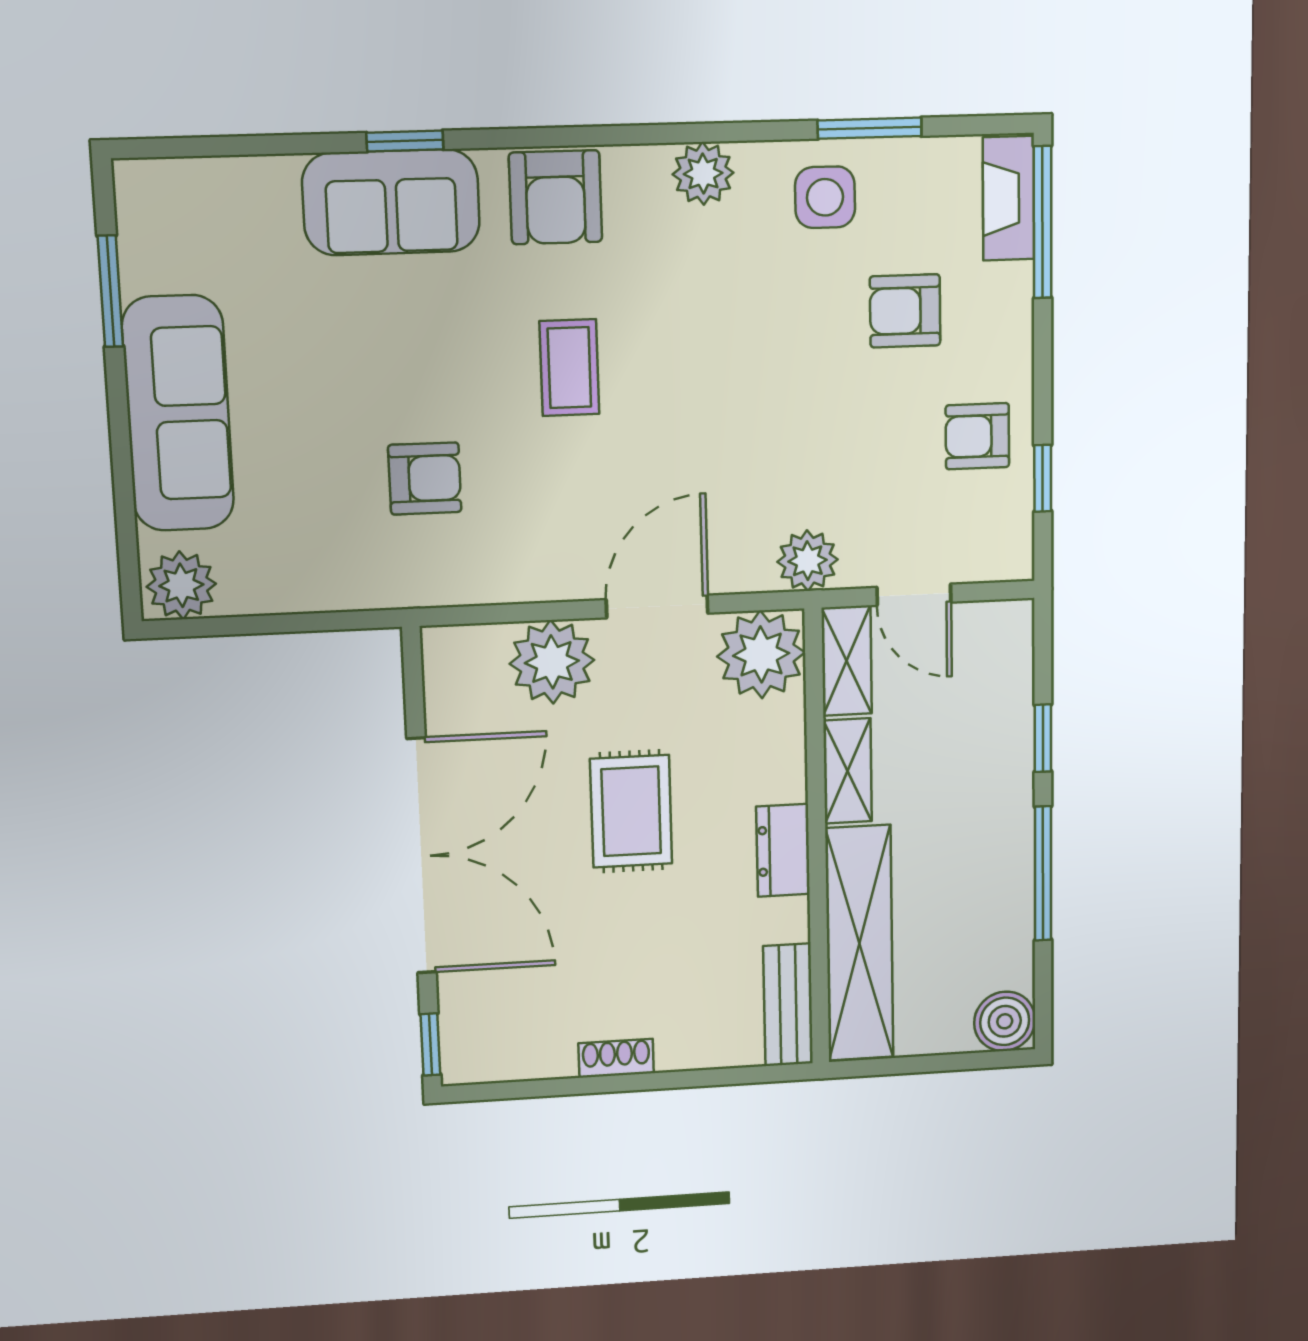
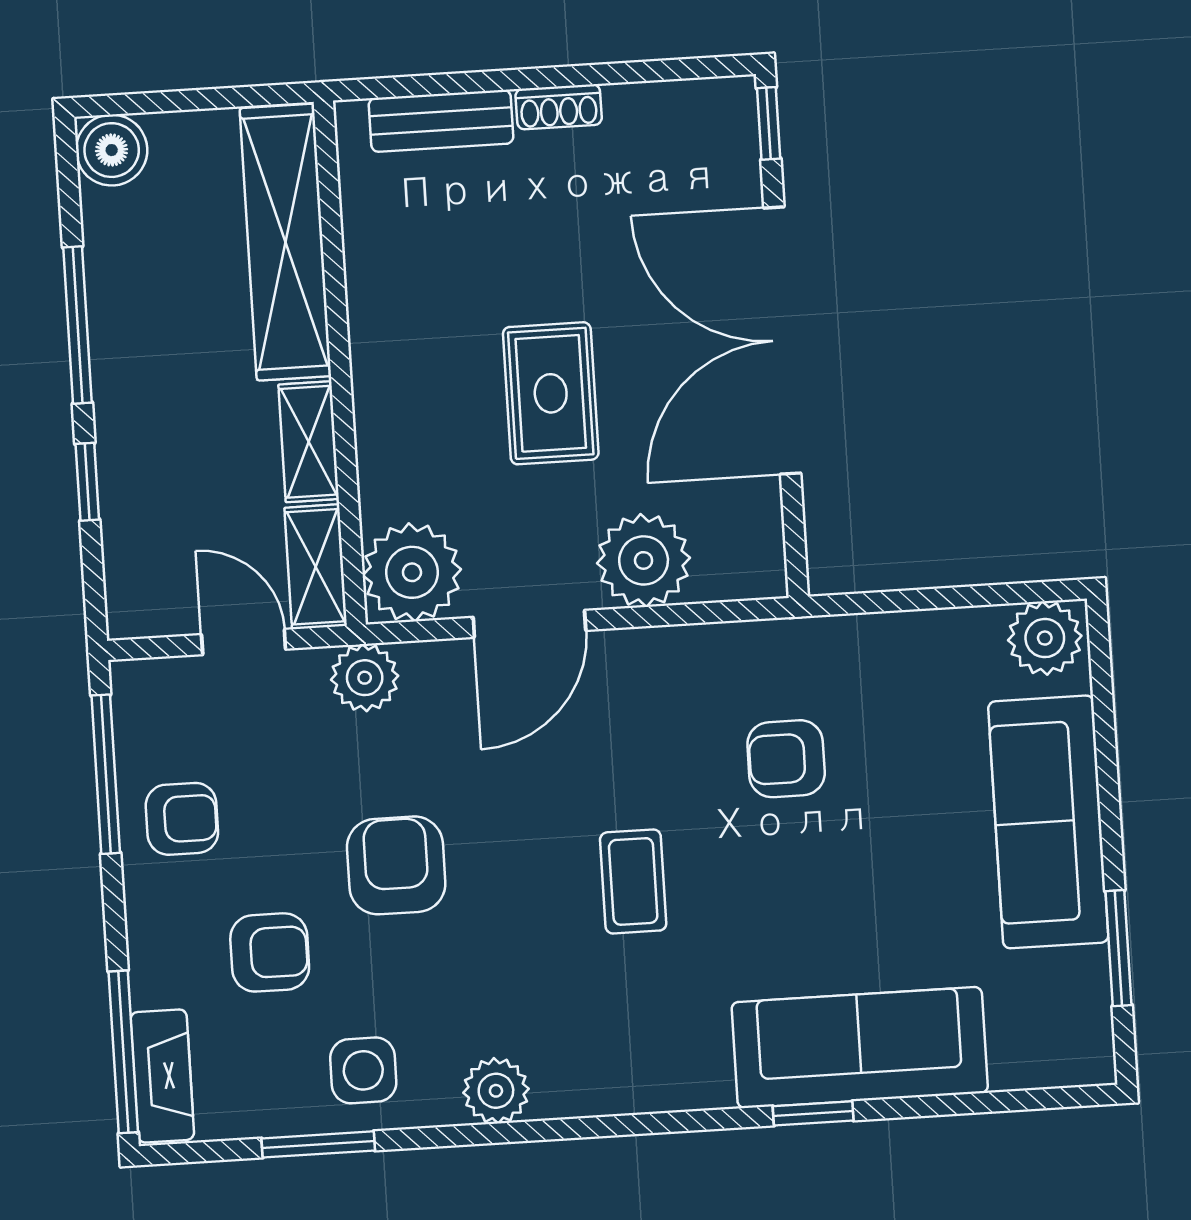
armchair: (555, 197) -> (396, 865), moved
sofa: (391, 202) -> (860, 1048), width x1.36
window: (1043, 478) -> (106, 774), width x2.17
dresser: (783, 850) -> (378, 350), removed
bench: (788, 1005) -> (441, 121), moved, turned 90

